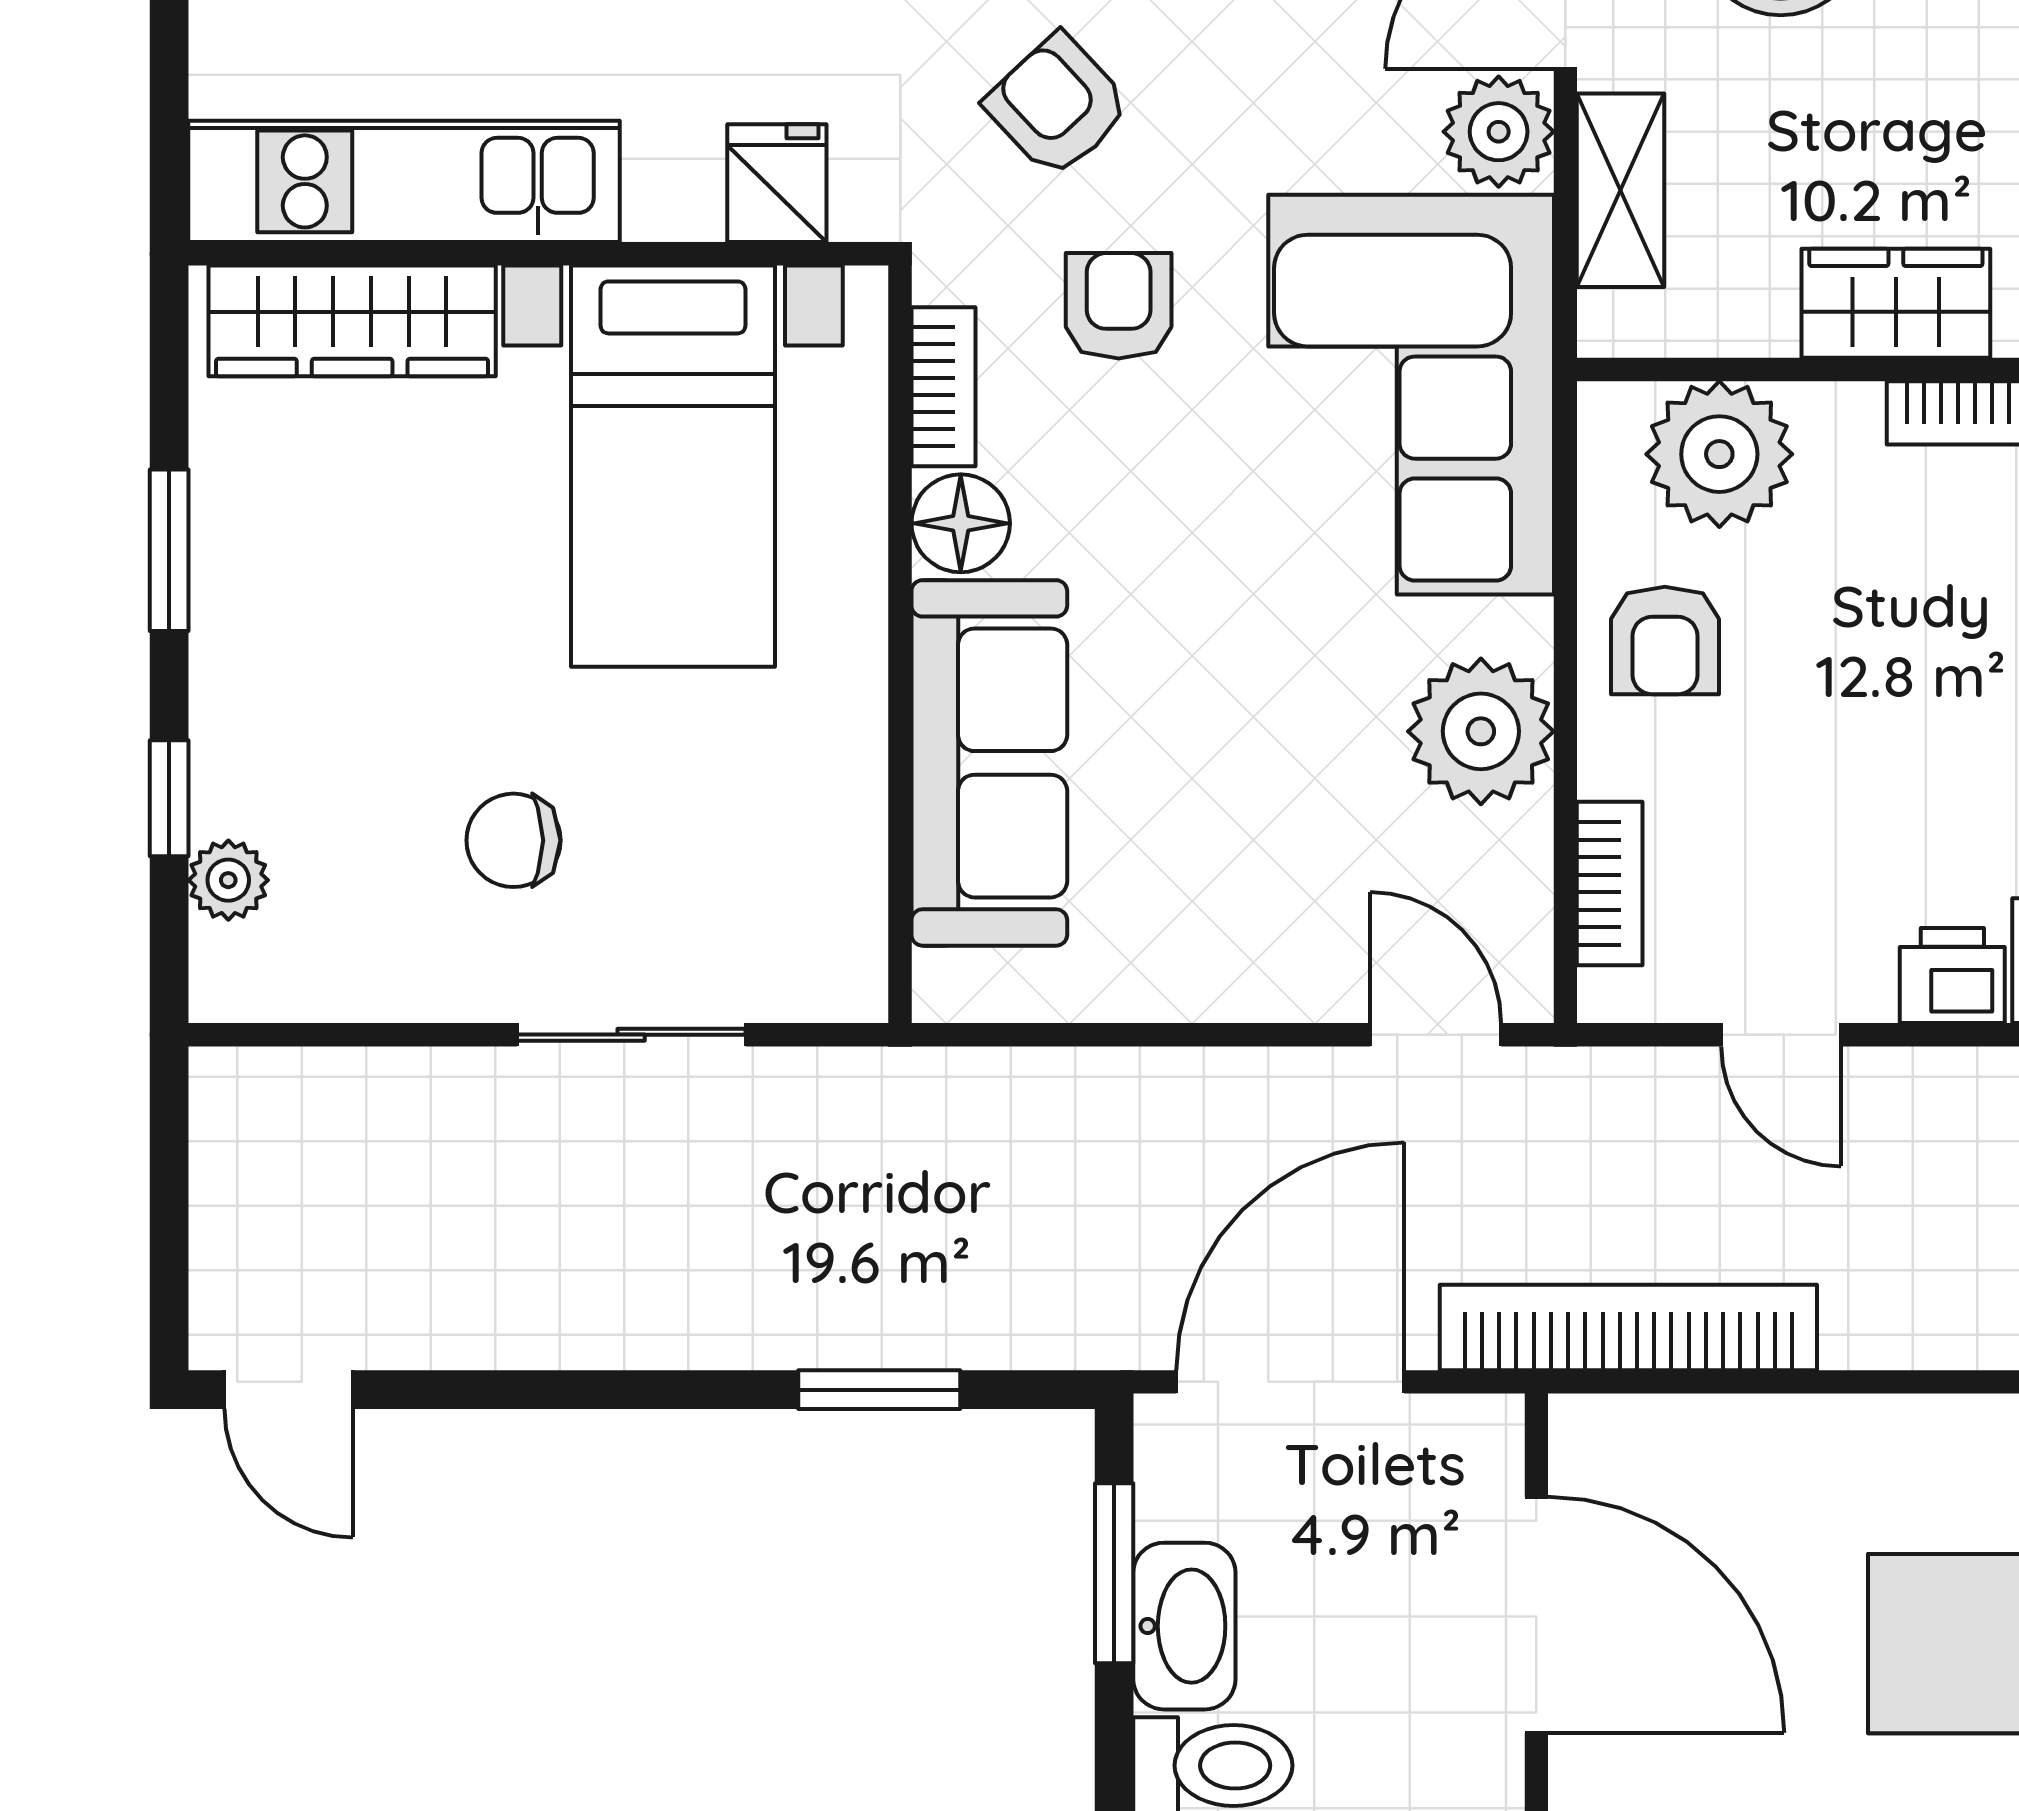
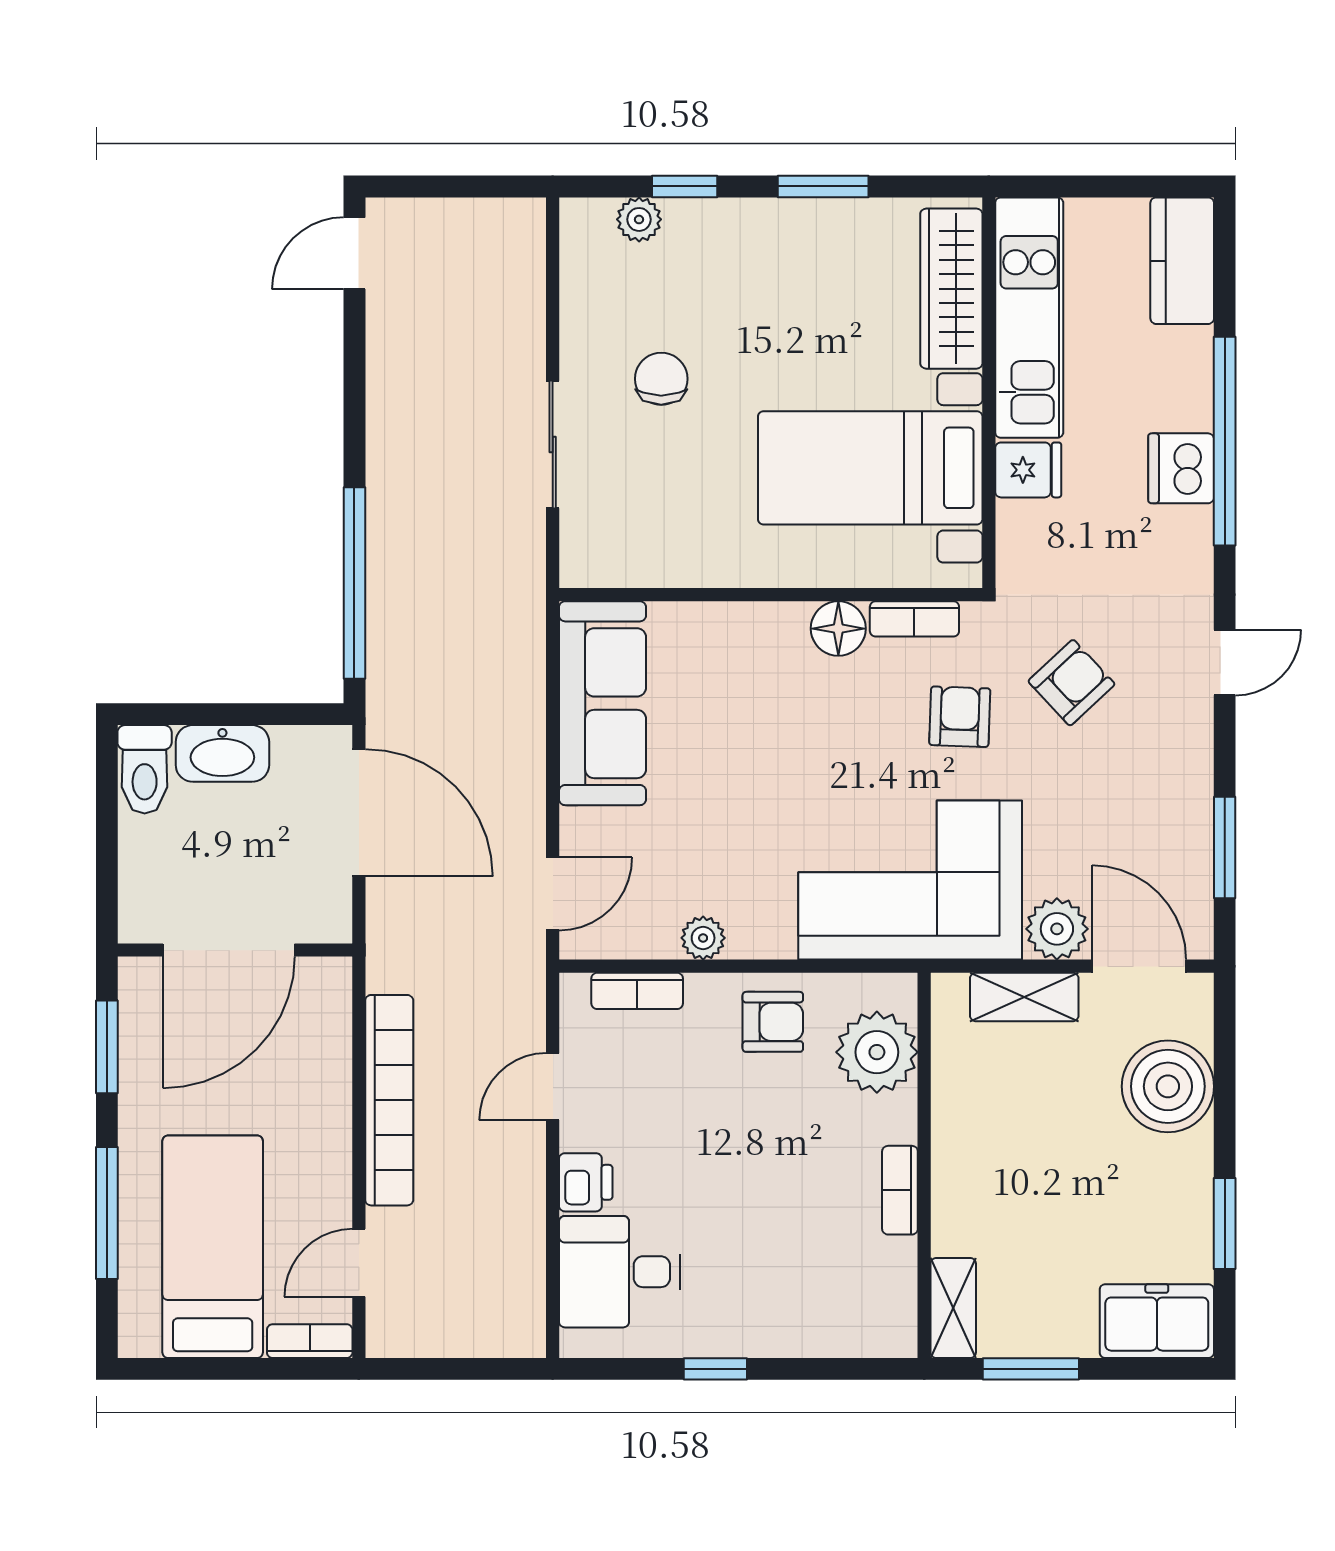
fridge: (777, 183) -> (1028, 470), moved
wardrobe: (1896, 303) -> (961, 1151), removed
armchair: (1119, 306) -> (960, 717), turned -88
armchair: (1665, 640) -> (773, 1022), turned 180
plant: (1481, 731) -> (703, 938), width x0.53, depth x0.53
sofa: (989, 763) -> (603, 703), moved, turned -90
bookcase: (1628, 1327) -> (389, 1100), moved
window: (879, 1390) -> (354, 583), width x2.11
window: (1114, 1573) -> (252, 714), removed

